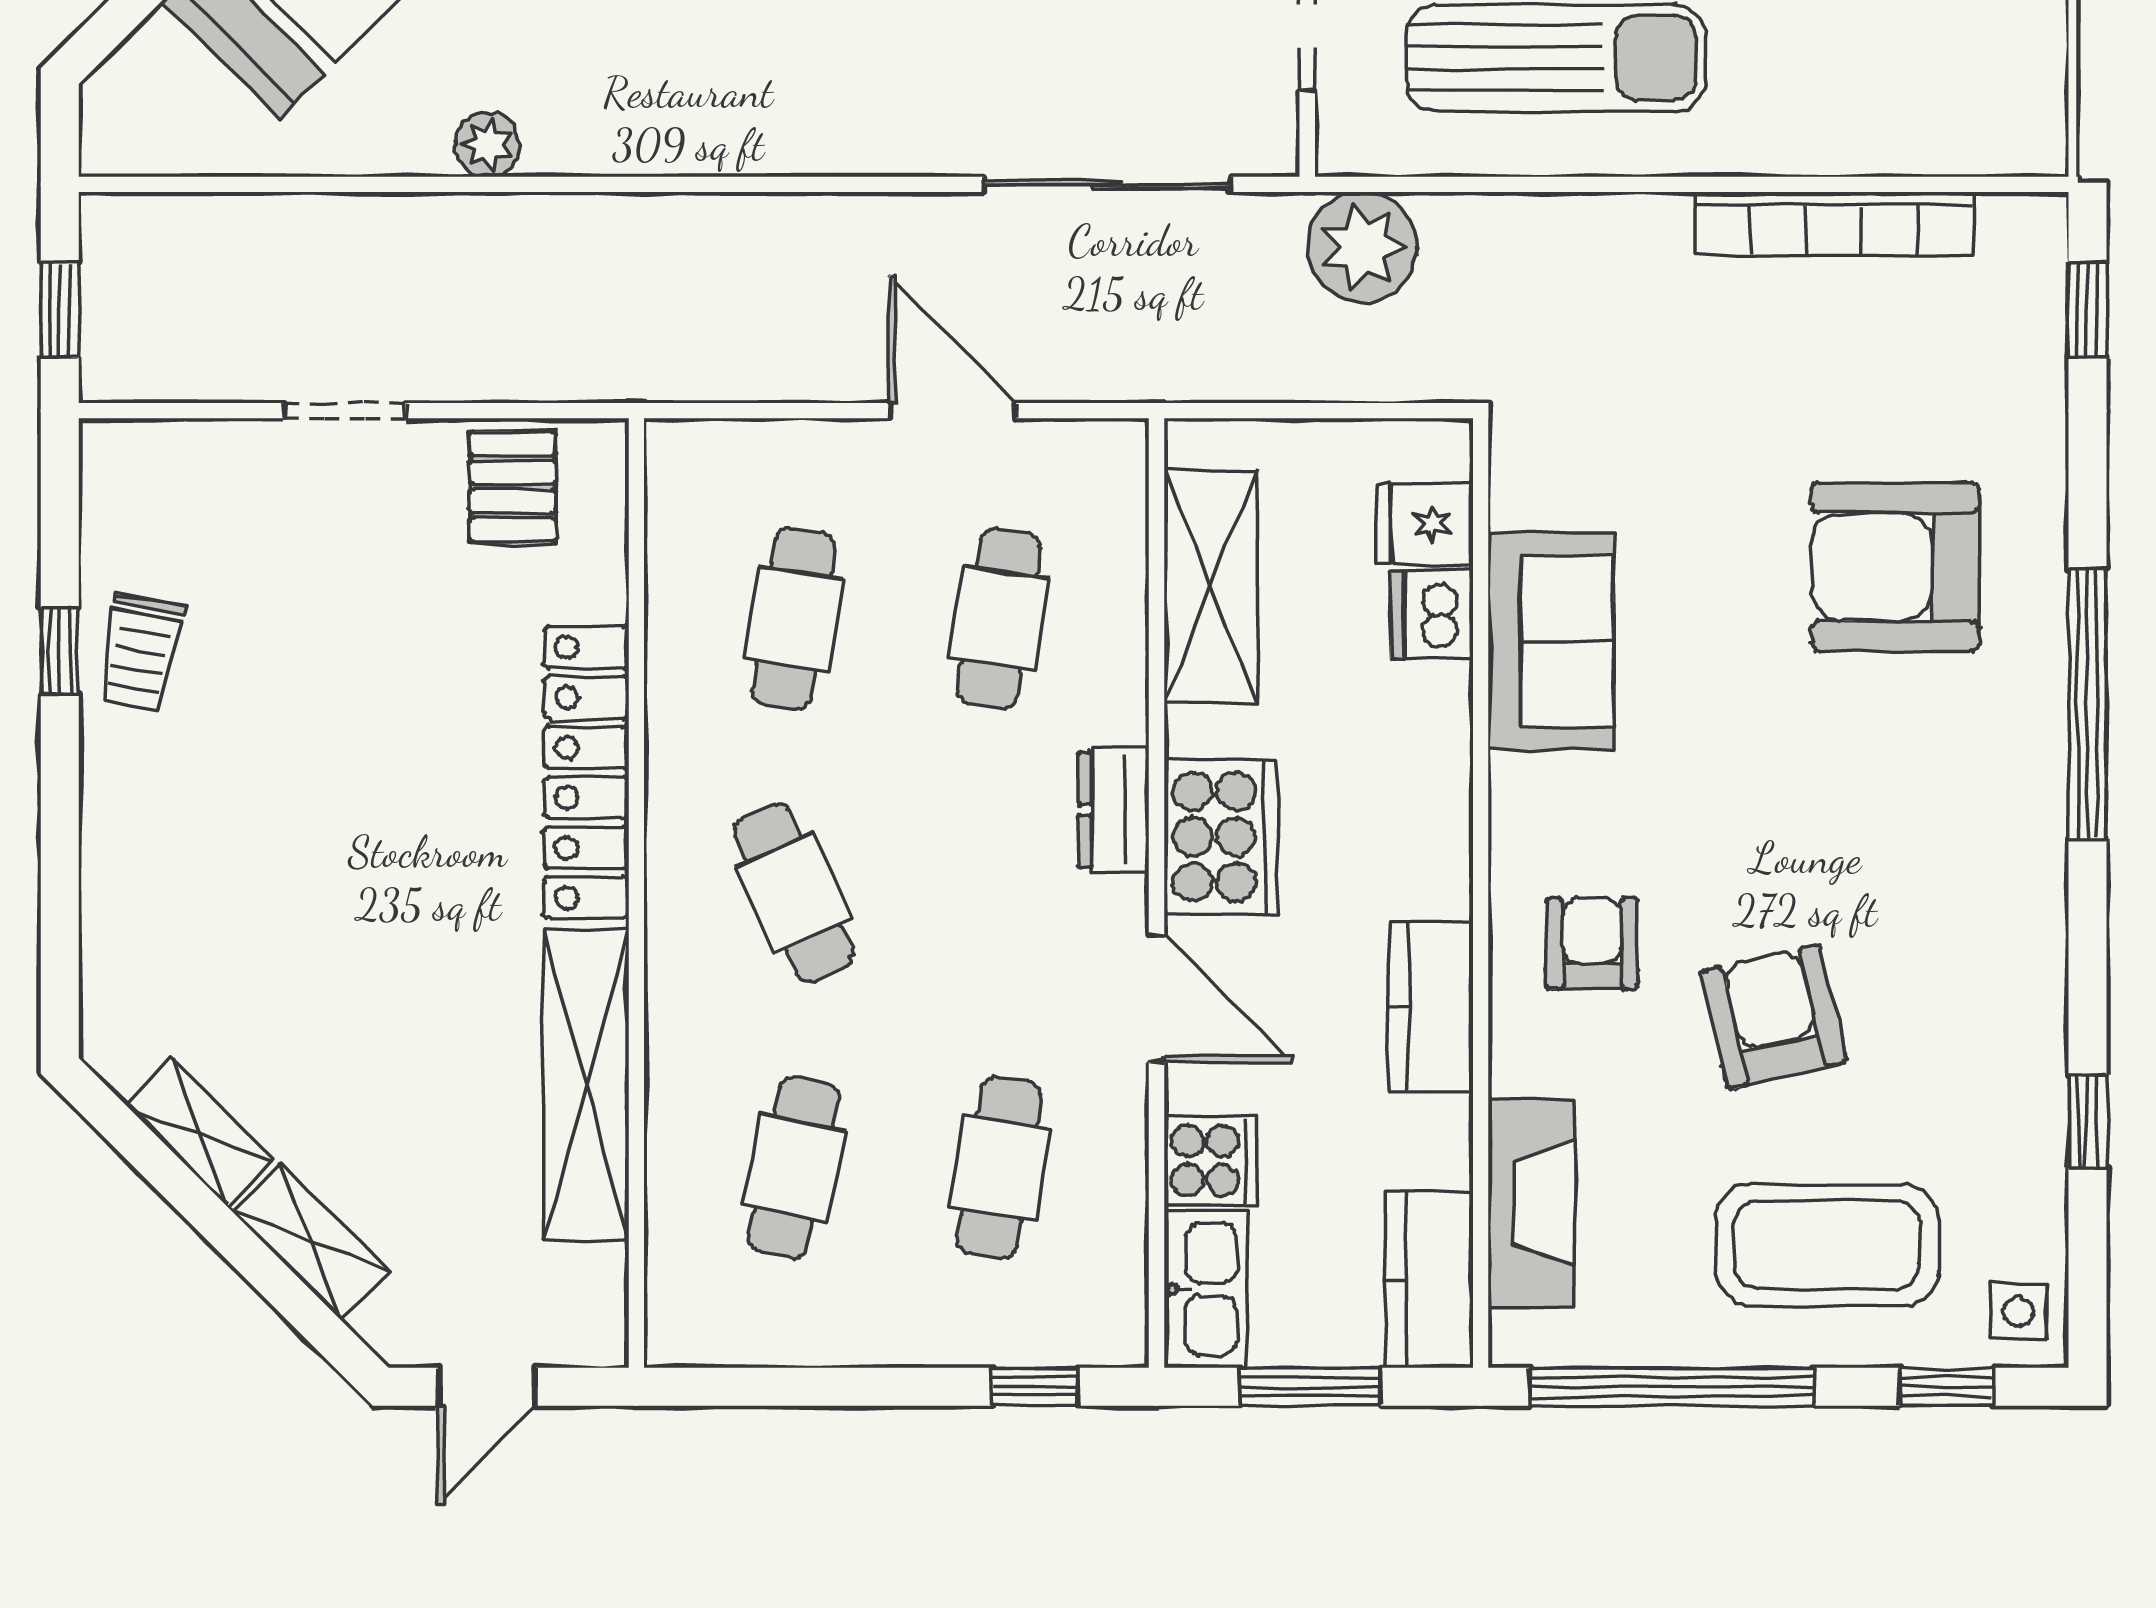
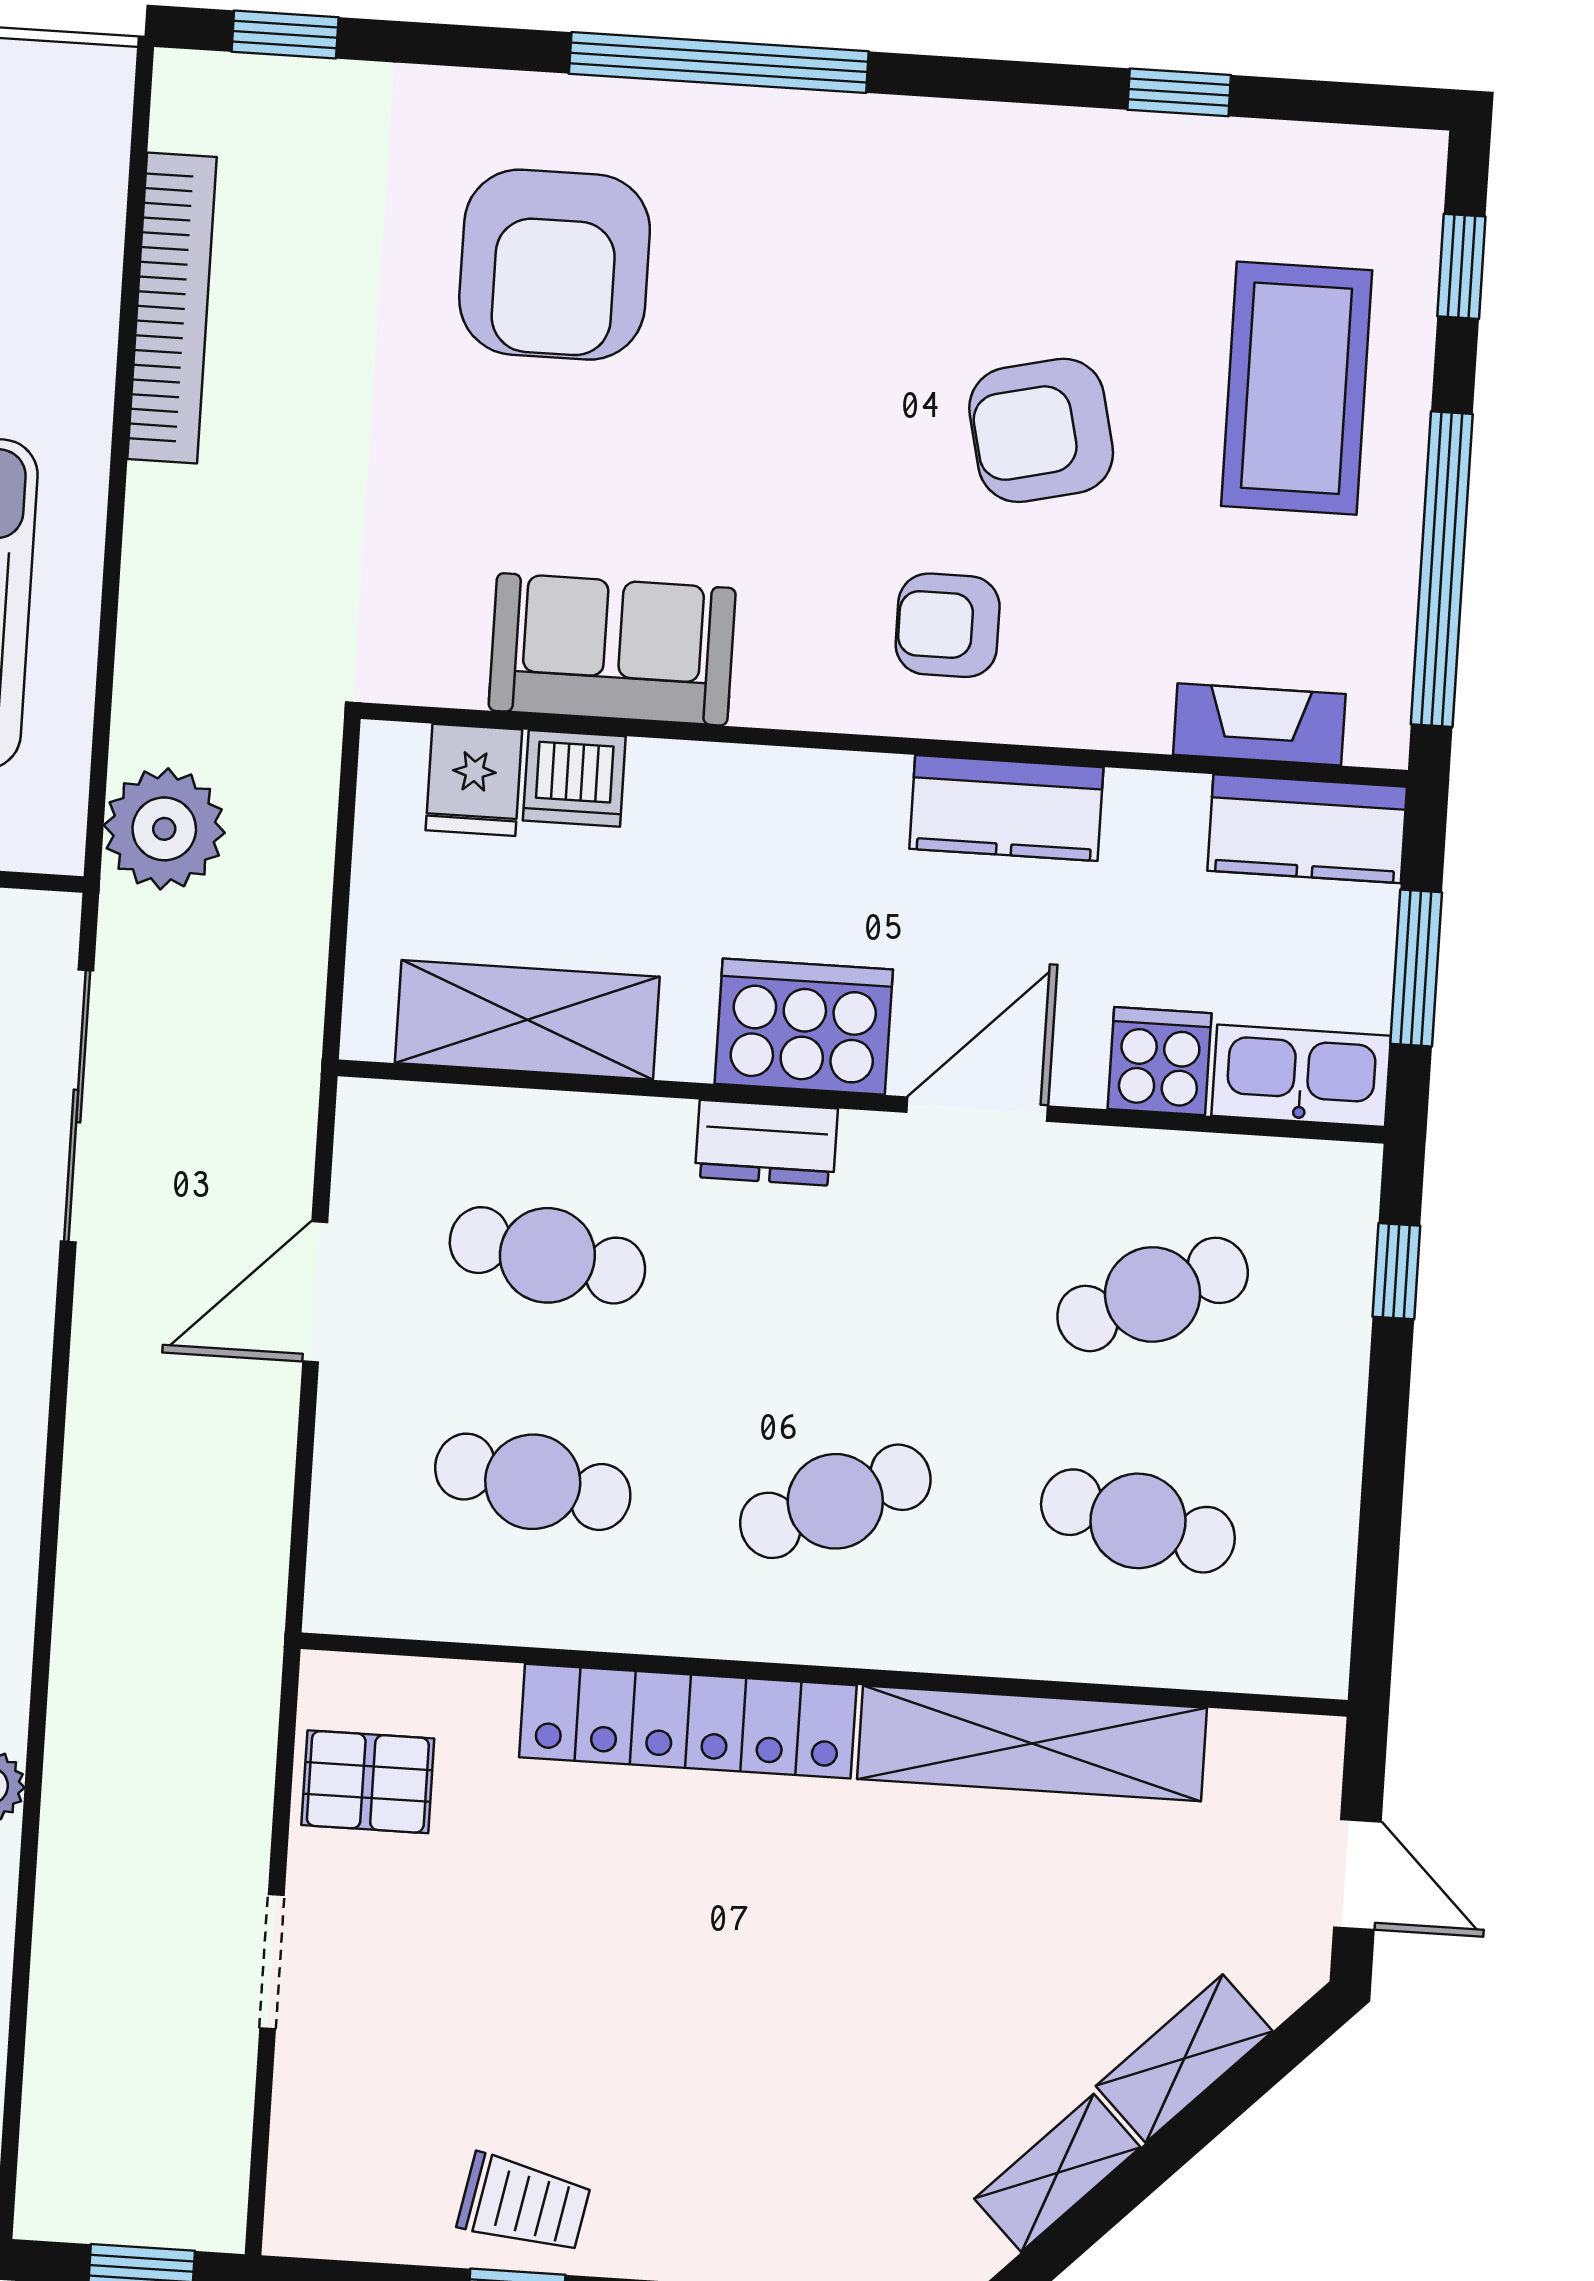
cafe table: (999, 1168) -> (1153, 1294), turned -33
fireplace: (1531, 1203) -> (1259, 724), width x0.73, depth x0.76
side table: (2018, 1312) -> (1384, 182), removed

